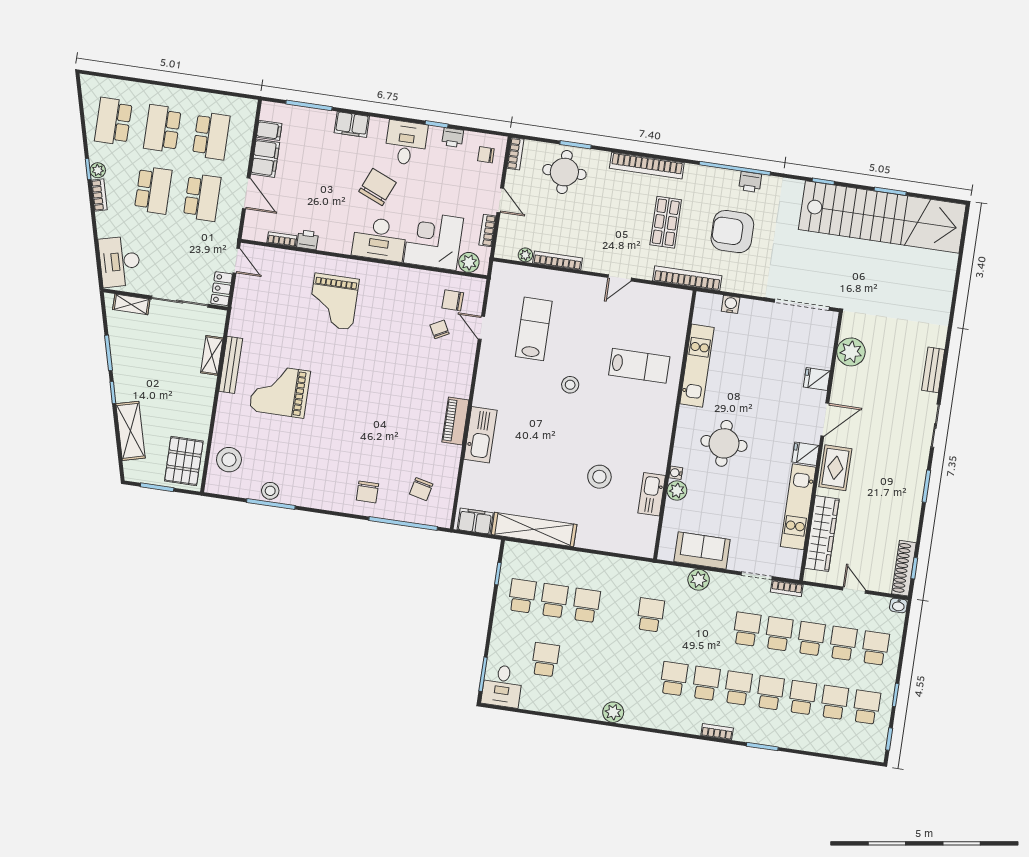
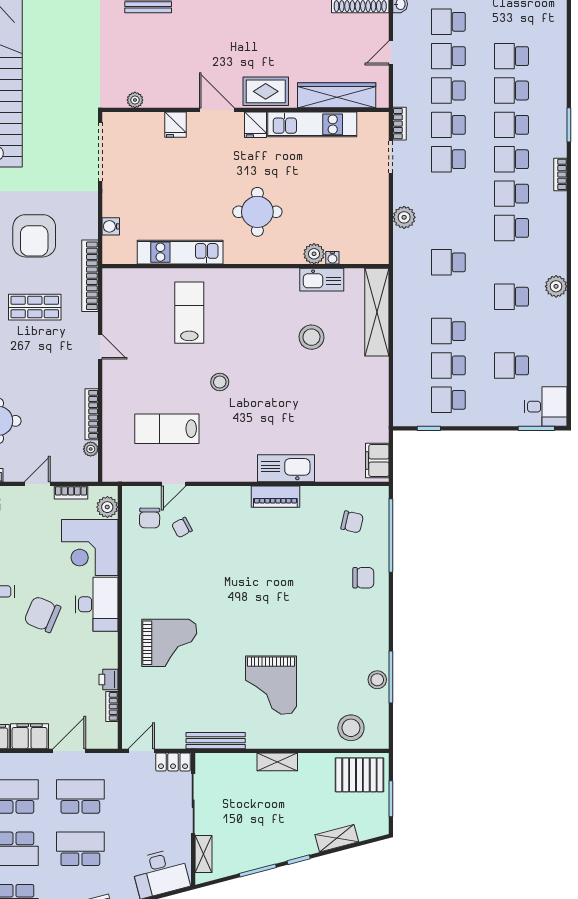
plant: (851, 352) -> (135, 100), width x0.53, depth x0.53
shelving: (212, 355) -> (277, 762), moved
bench: (231, 365) -> (216, 741), moved
shelving: (130, 431) -> (337, 838), width x0.67, depth x0.75
water cooler: (676, 473) -> (332, 258), moved
shelving: (534, 530) -> (377, 312), moved
sofa: (702, 550) -> (373, 218), removed
school desk: (866, 707) -> (512, 297), moved

